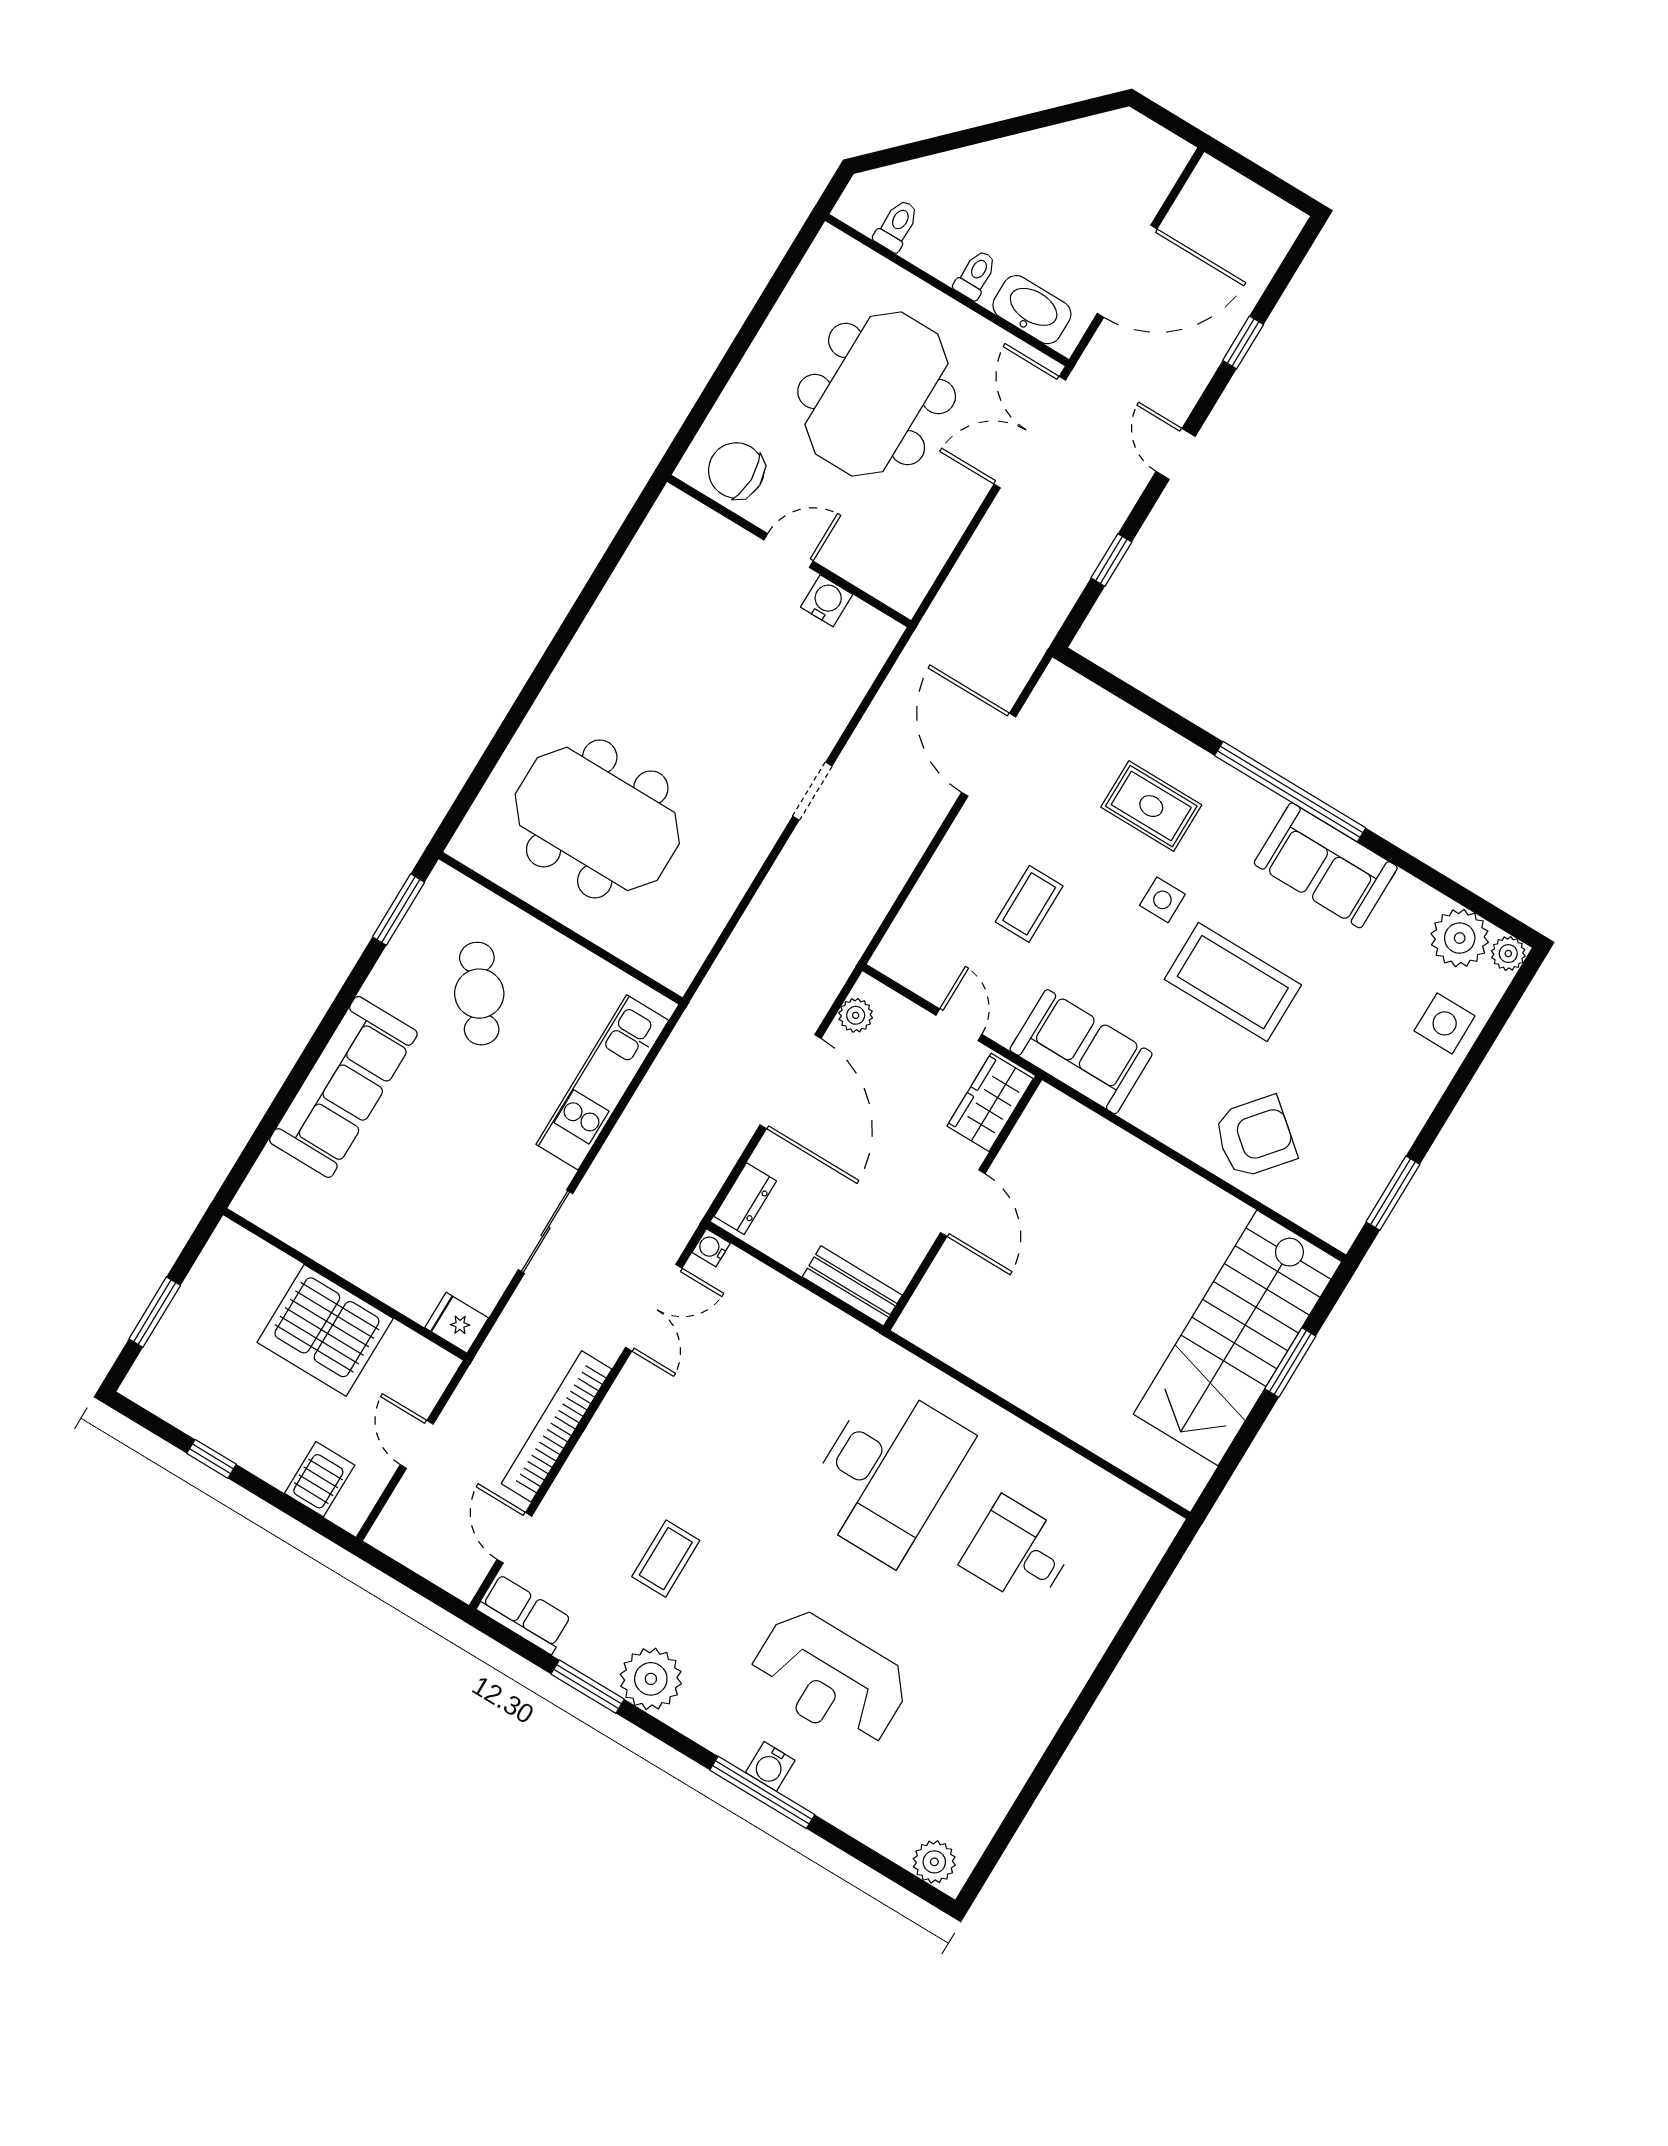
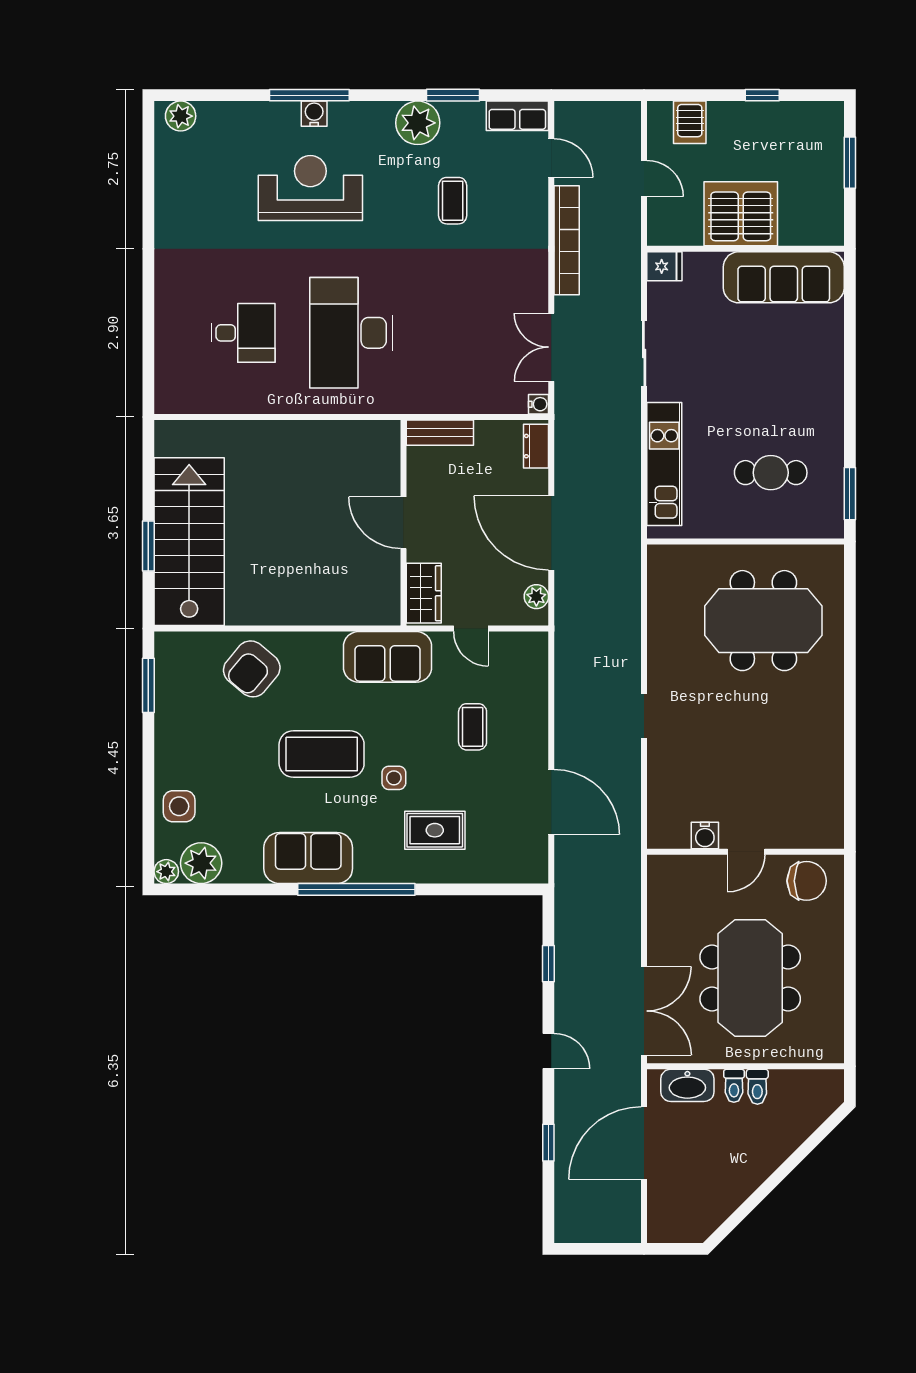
toilet: (897, 225) -> (757, 1087), moved
cafe table: (479, 994) -> (771, 473), turned -55
sofa: (343, 1087) -> (784, 277), moved, turned -90

